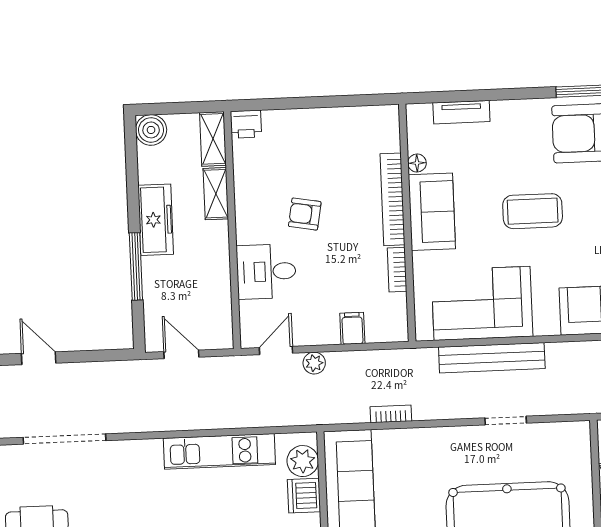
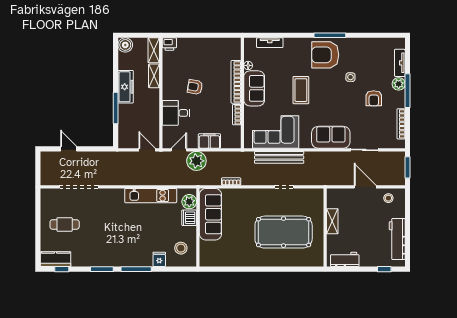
coffee table: (533, 211) -> (301, 90), turned 90
filing cabinet: (352, 328) -> (209, 141), width x2.00
door: (181, 354) -> (147, 150), moved
plant: (314, 363) -> (196, 161), width x1.88, depth x1.88

